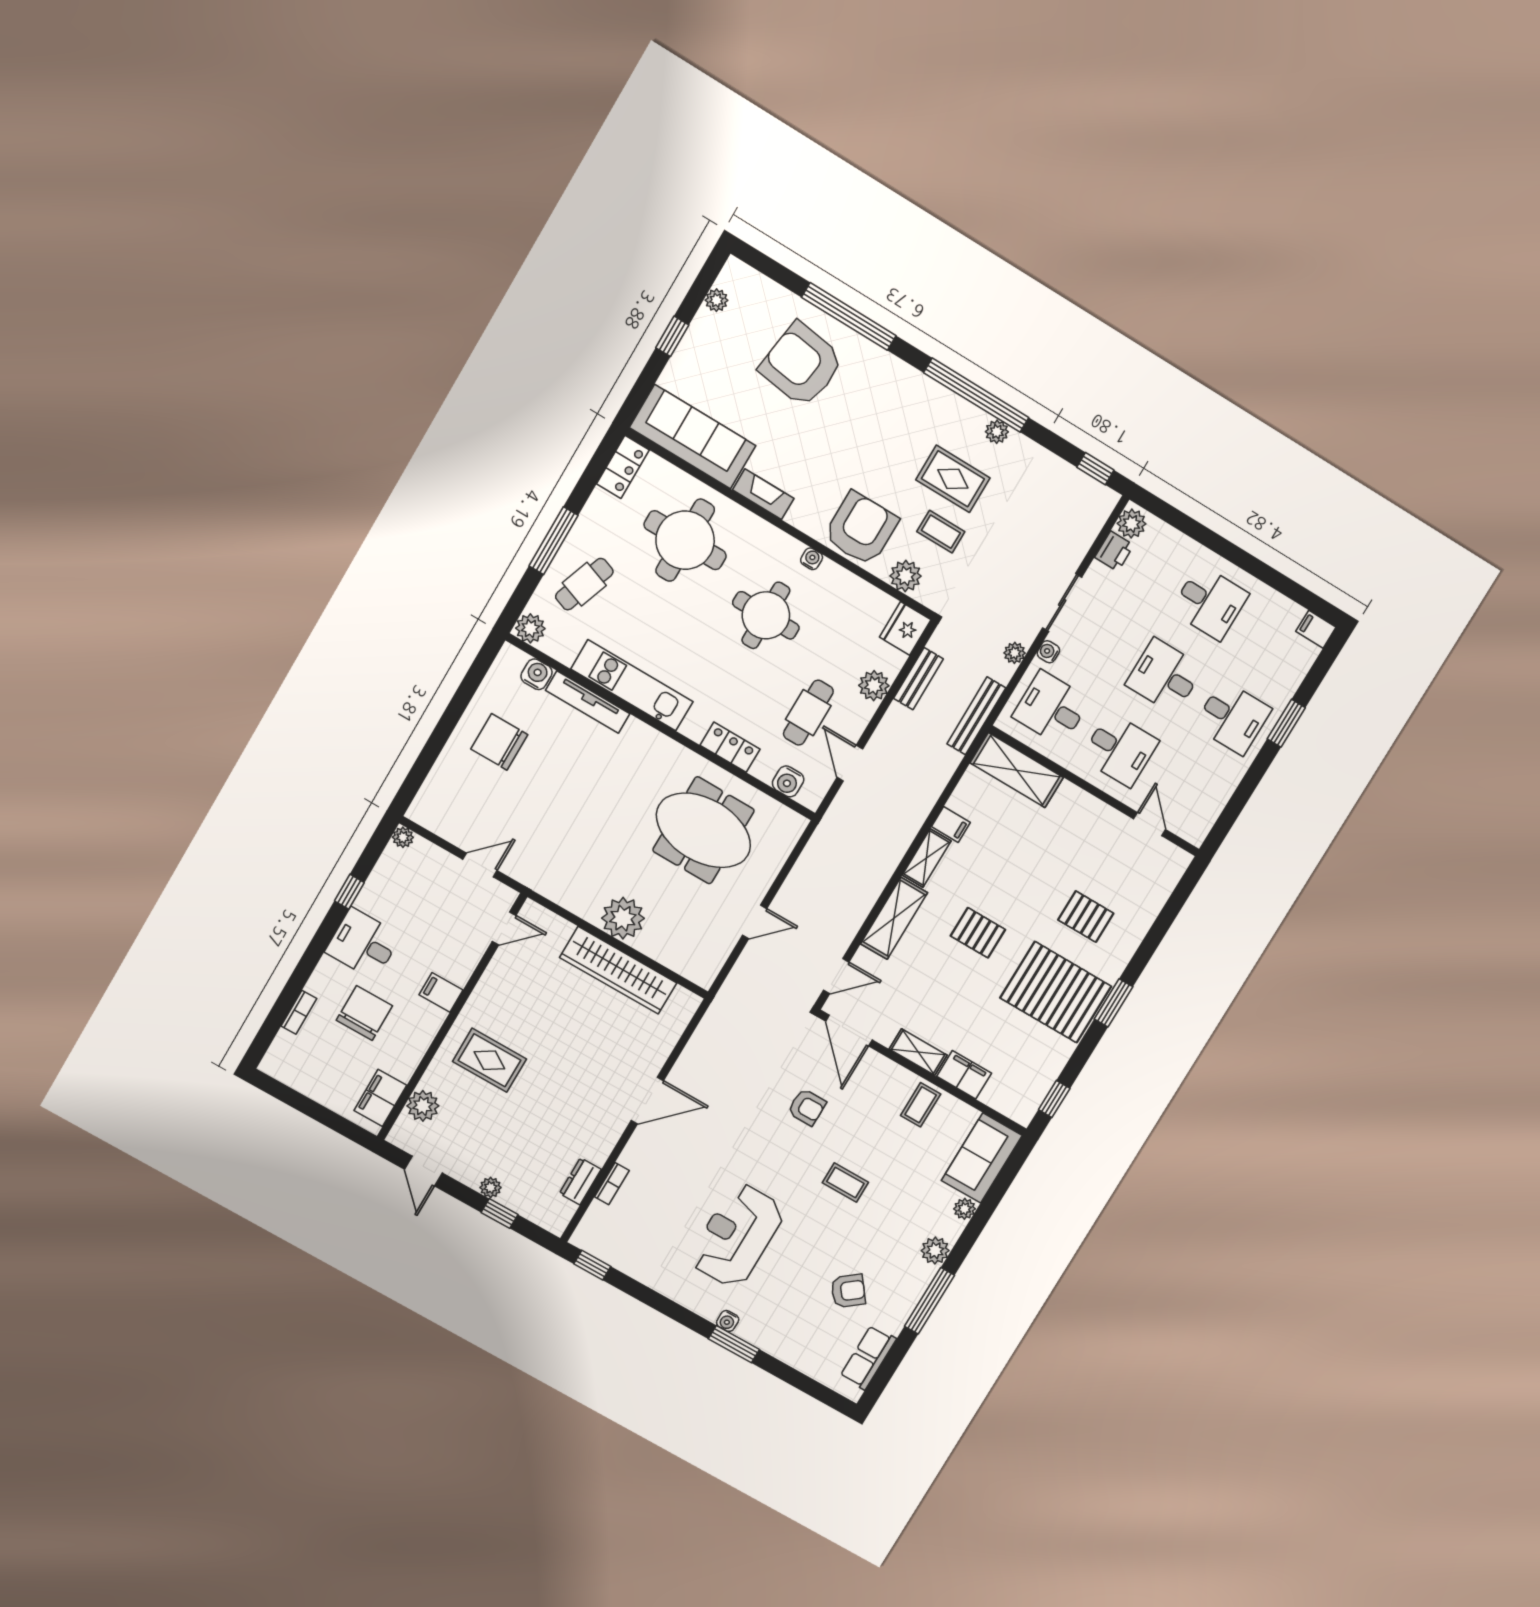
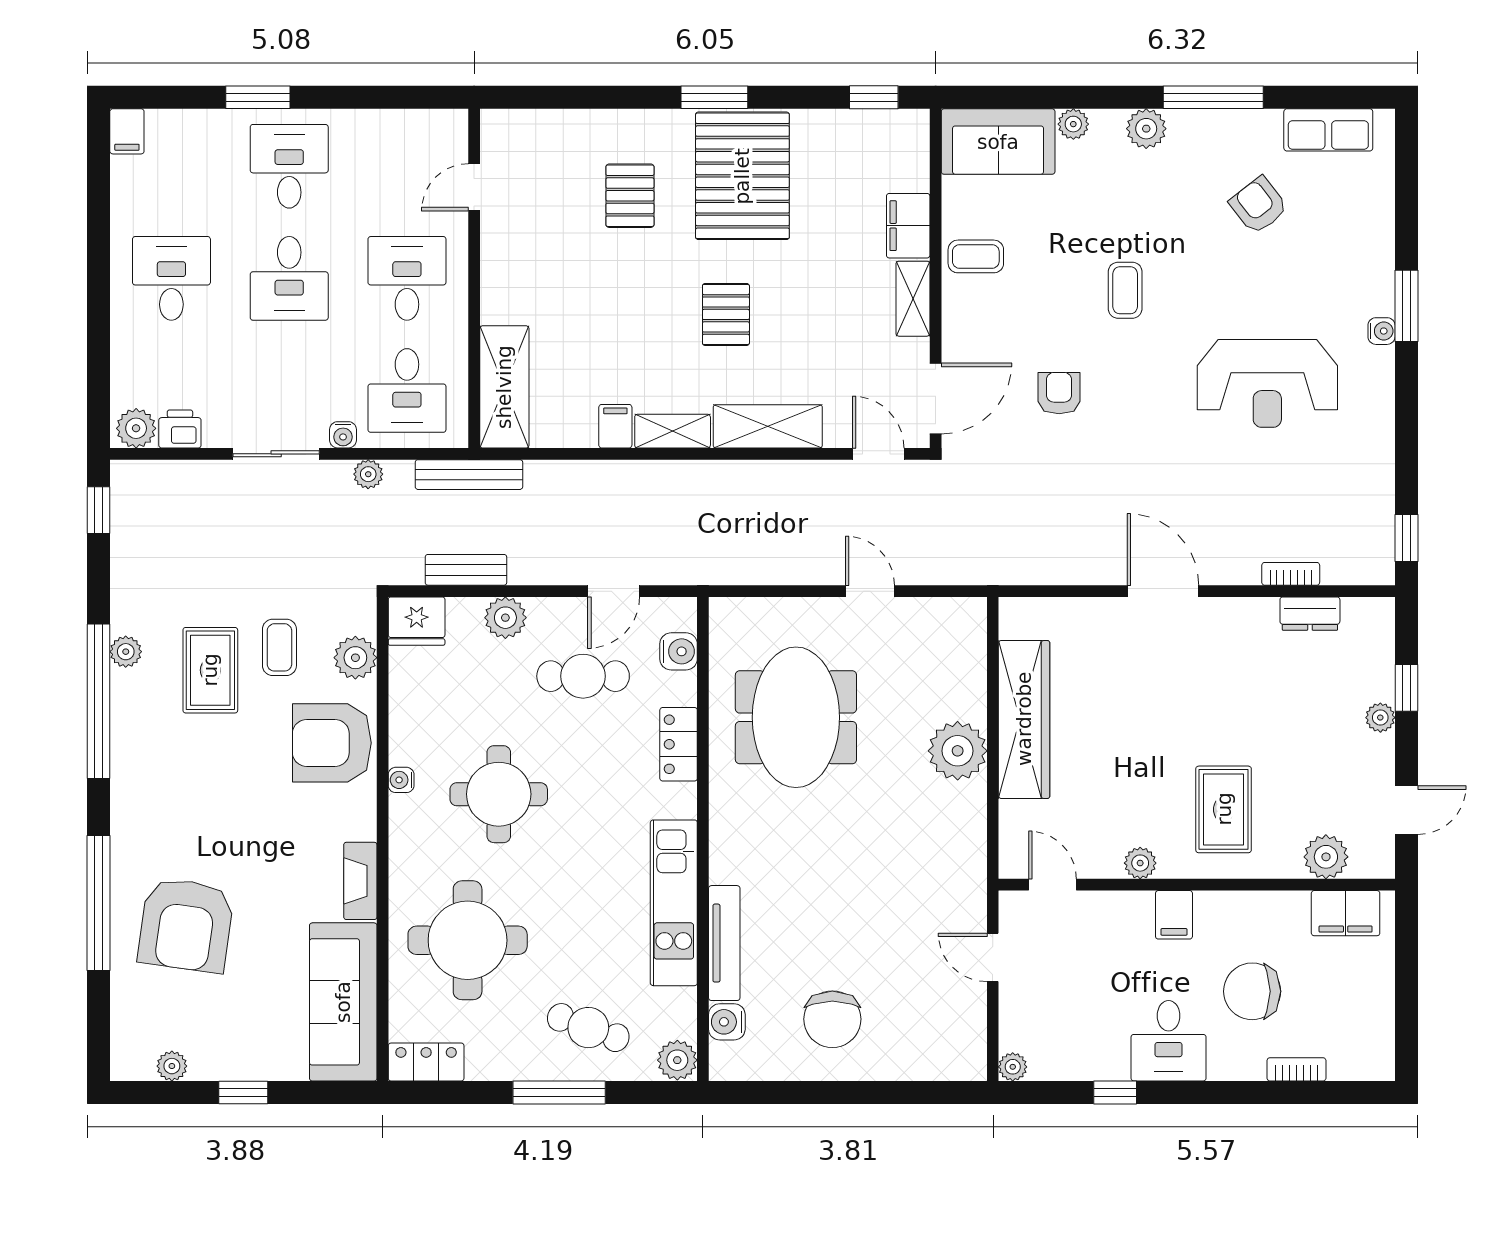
plant: (486, 990) -> (1140, 863), added

